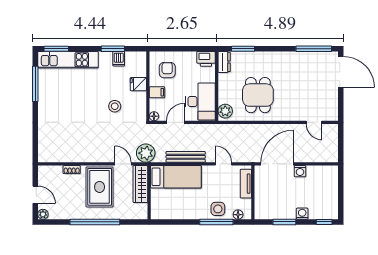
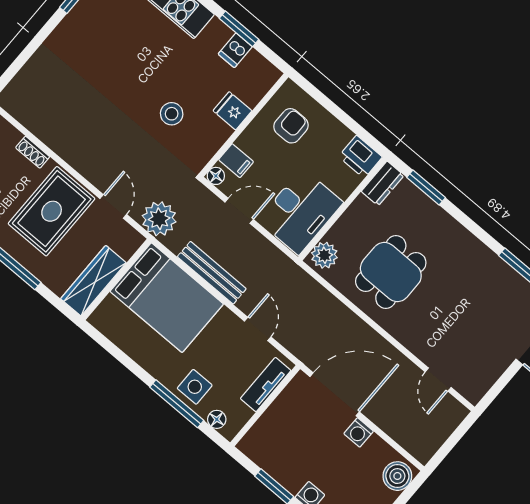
filing cabinet: (157, 92) -> (236, 161), moved
boiler: (331, 175) -> (397, 476), added
bed: (176, 177) -> (167, 298), width x1.50
wardrobe: (140, 184) -> (93, 281), moved

